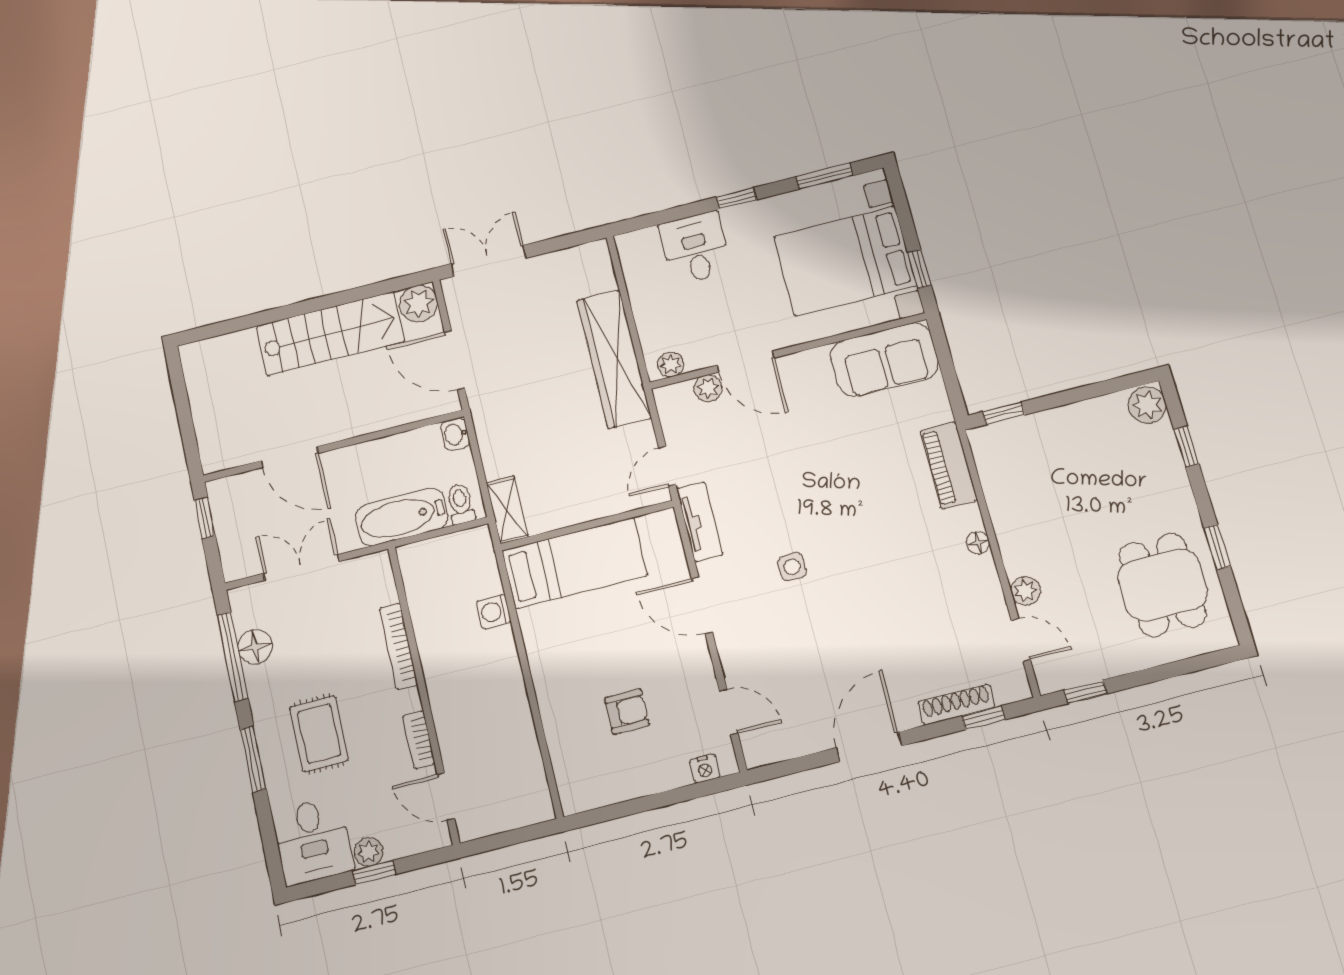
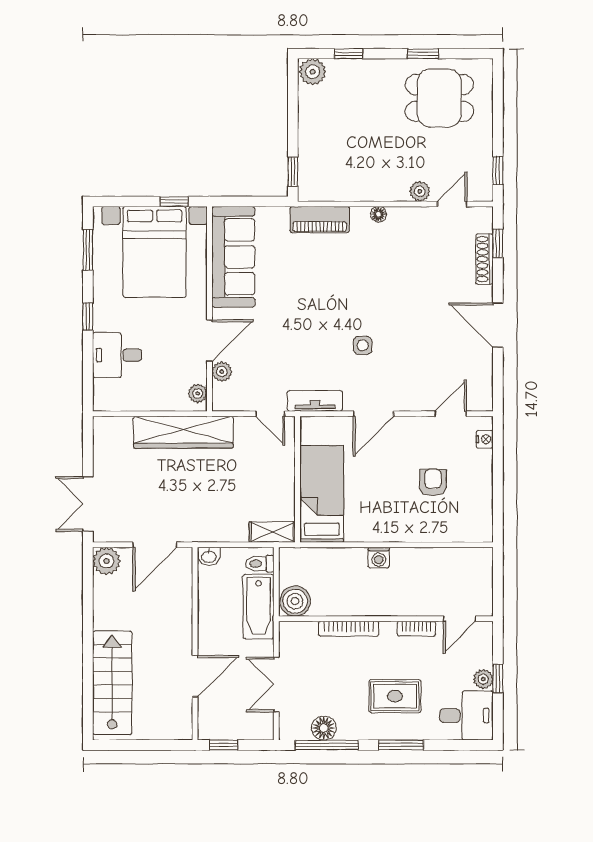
stairs: (330, 334) -> (112, 683), moved
sofa: (885, 360) -> (233, 257), width x1.36
boiler: (420, 564) -> (295, 601), added
washing machine: (494, 612) -> (379, 558), moved

